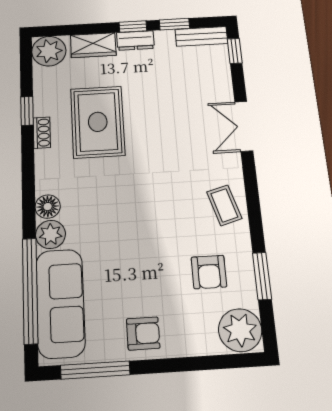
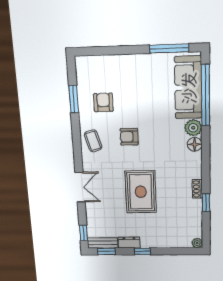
window: (174, 24) -> (106, 251), moved
dresser: (135, 40) -> (129, 243), moved
wardrobe: (93, 45) -> (166, 241), removed
plant: (49, 51) -> (197, 243), width x0.53, depth x0.53
rug: (98, 122) -> (141, 192), moved
plant: (240, 330) -> (87, 69), removed
armchair: (143, 333) -> (129, 137), moved

